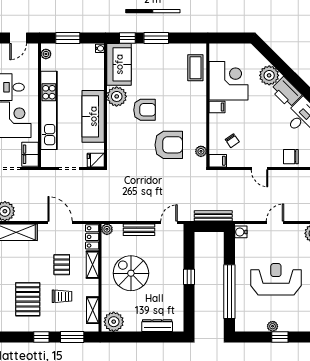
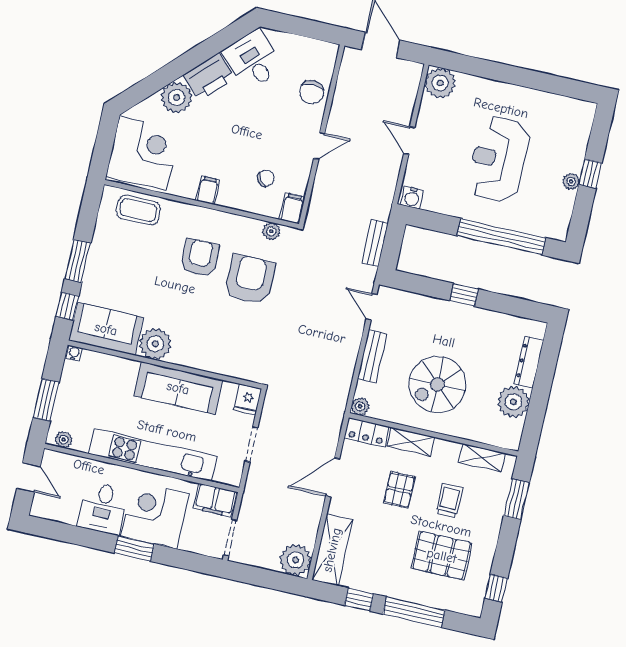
corner desk: (229, 81) -> (143, 153), moved, turned 90
armchair: (145, 110) -> (200, 258), moved
bench: (213, 216) -> (375, 243), width x0.73
pallet: (62, 265) -> (399, 490), turned 90
plant: (114, 322) -> (513, 402), moved
window: (41, 337) -> (496, 588), moved

